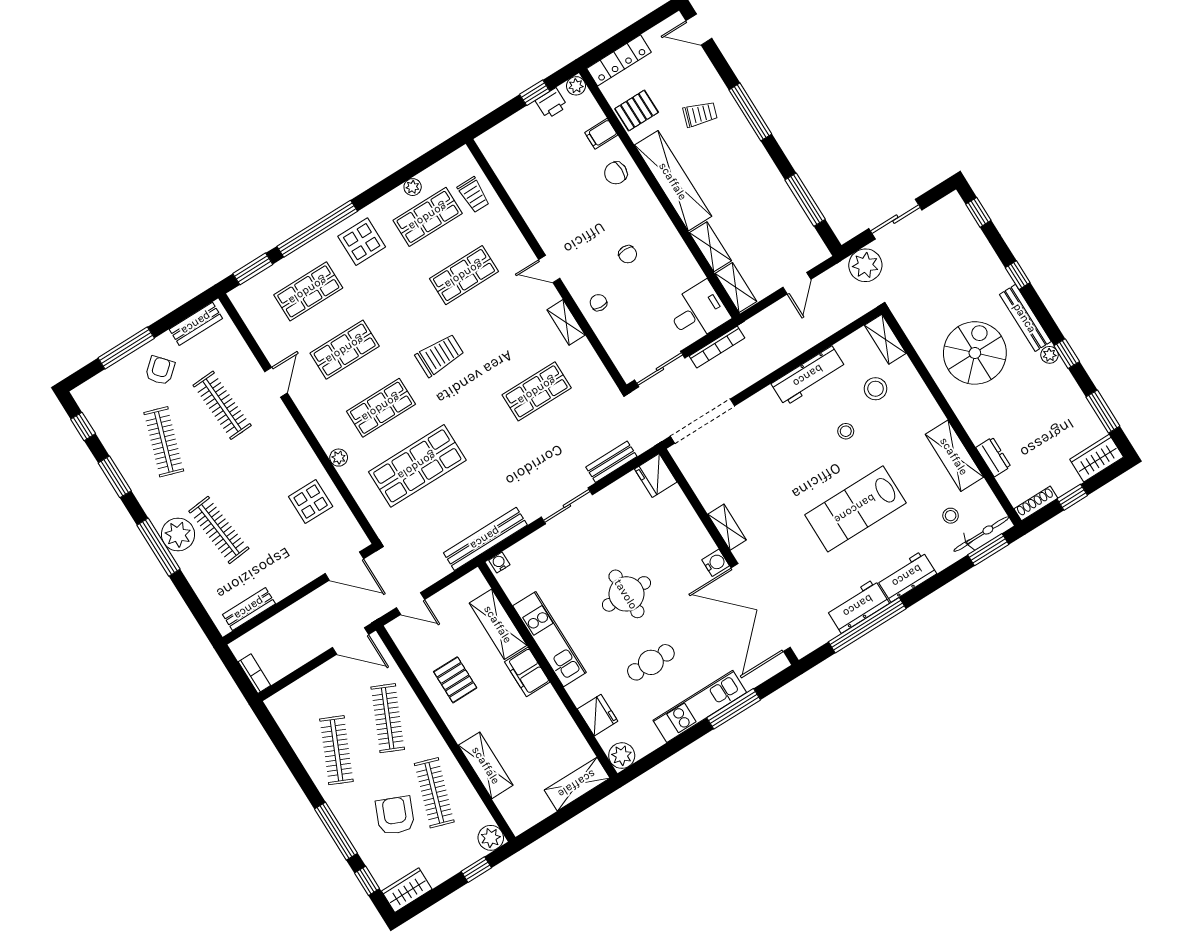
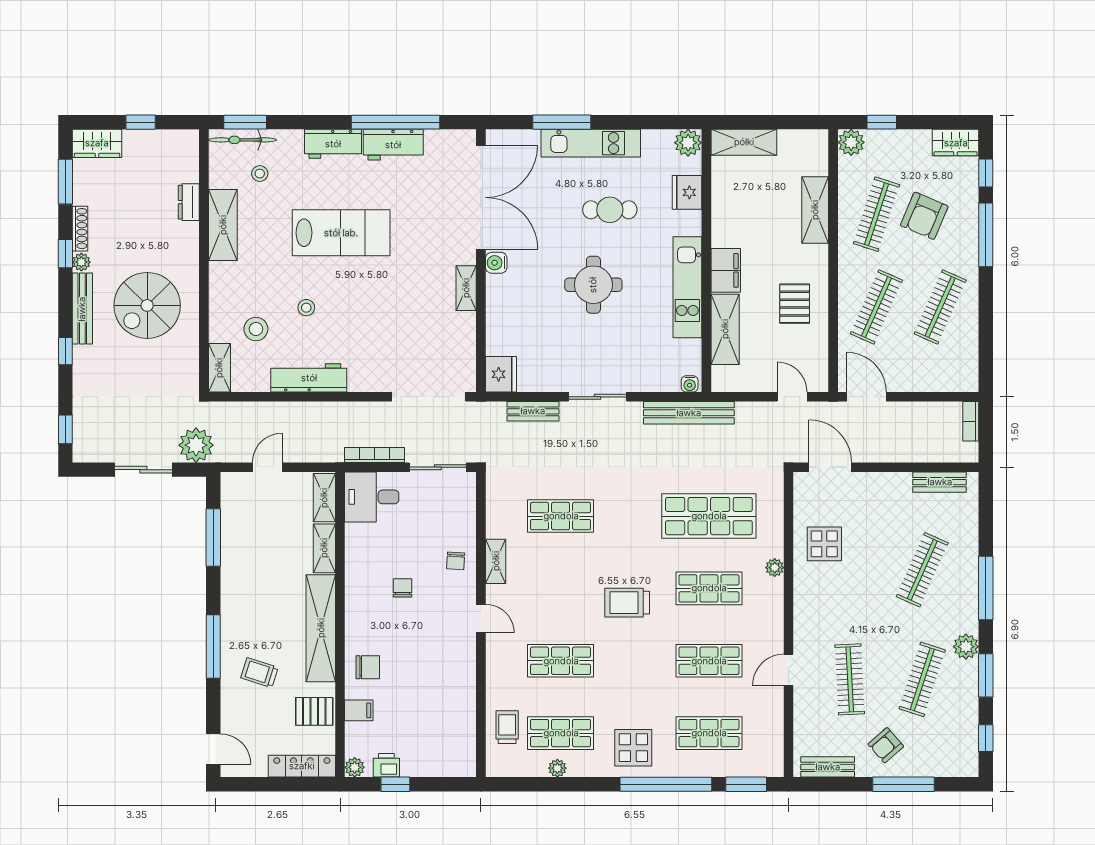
shoe rack: (1036, 503) -> (80, 229), moved, turned -90
clothes rail: (219, 530) -> (922, 570), turned 30
plant: (178, 534) -> (966, 647), moved, width x0.73, depth x0.73

